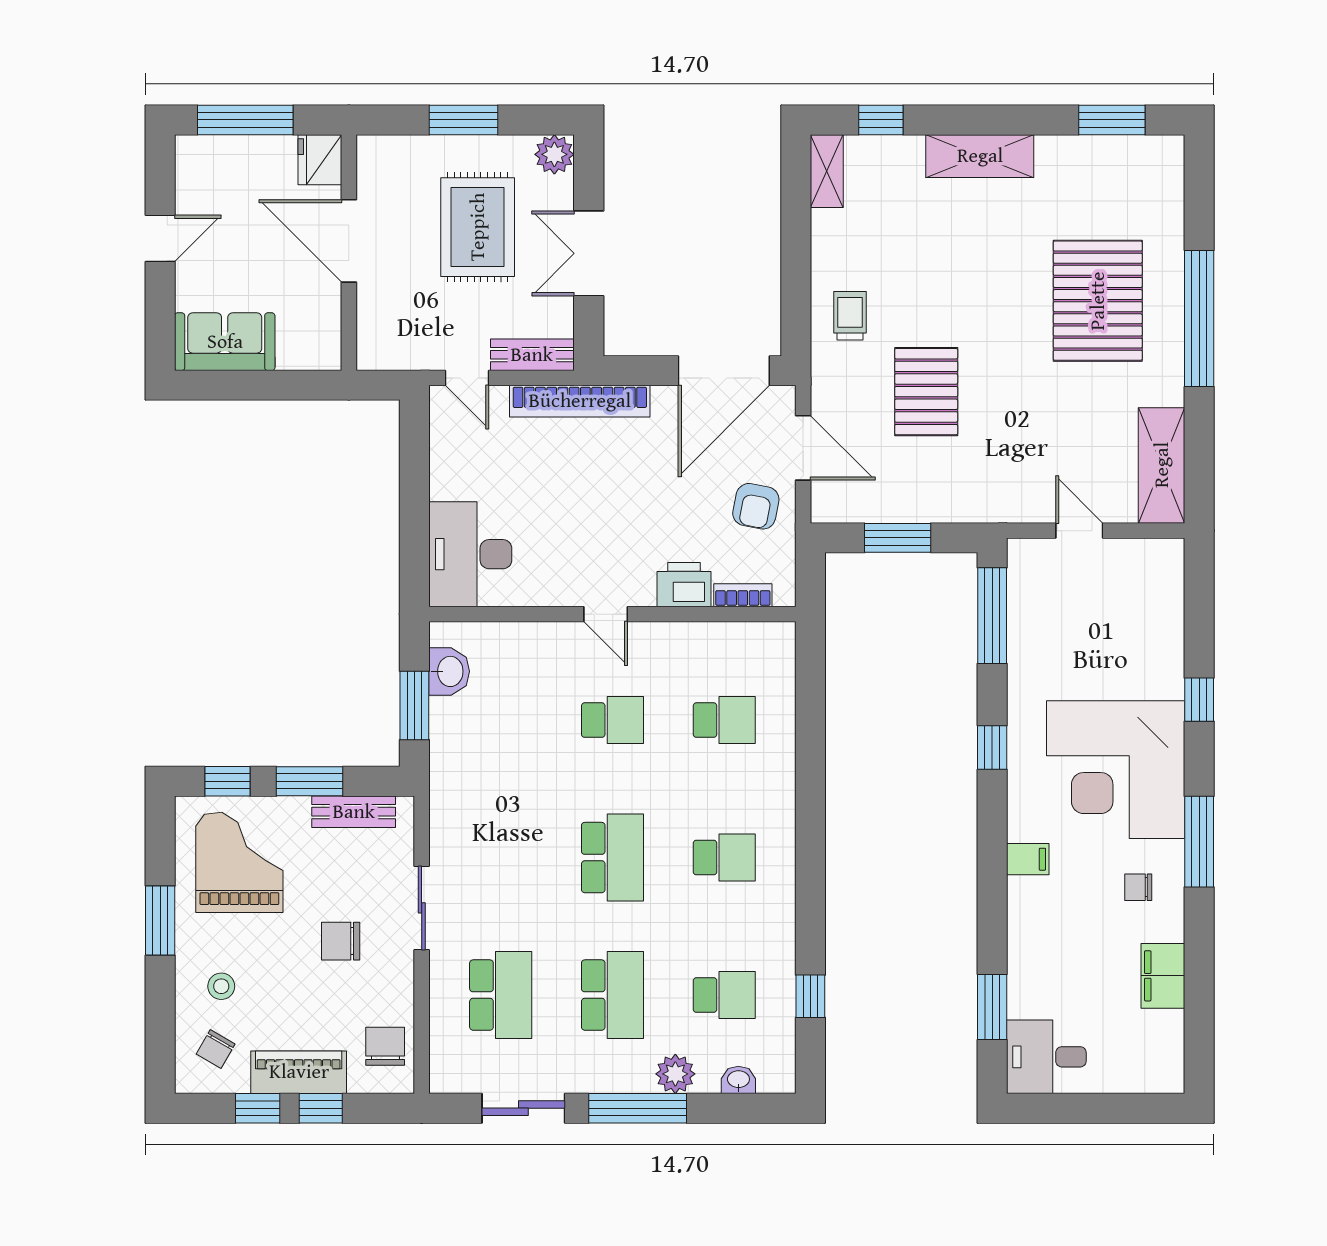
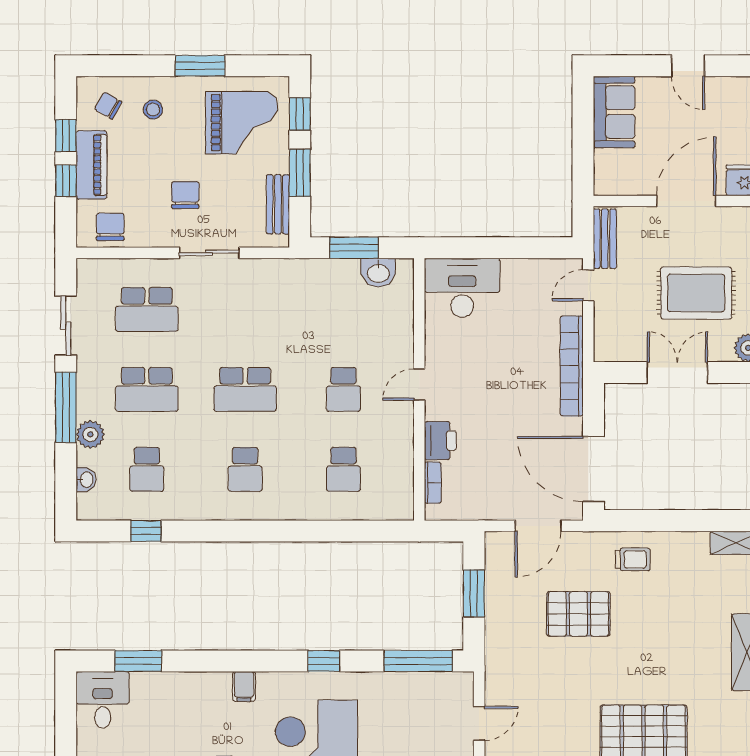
bench: (532, 355) -> (605, 239), moved
armchair: (756, 506) -> (496, 492), removed
chair: (385, 1046) -> (110, 227), turned -90

